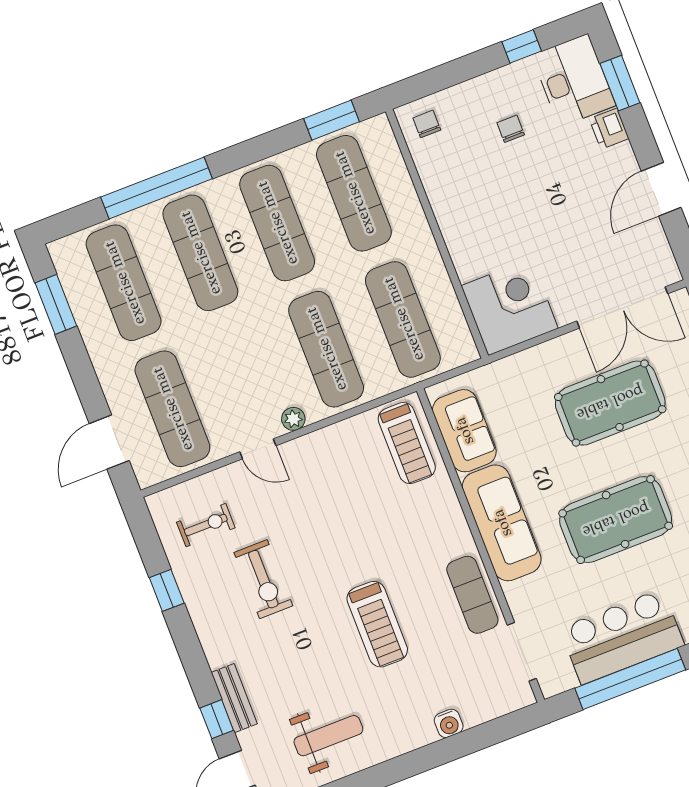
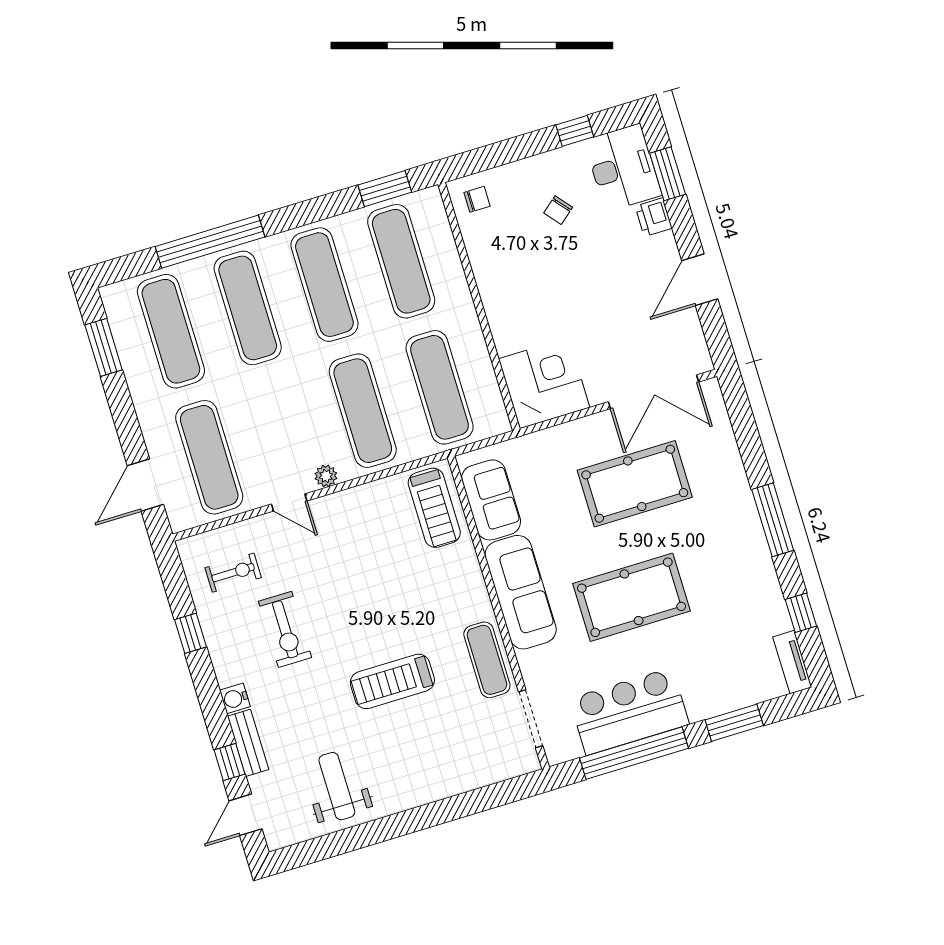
chair: (427, 124) -> (477, 199), turned 90
chair: (511, 129) -> (558, 210), turned -130
treadmill: (377, 624) -> (392, 681), turned 90
water cooler: (449, 723) -> (235, 698), moved, turned 90
weight bench: (328, 736) -> (337, 786), turned -90

